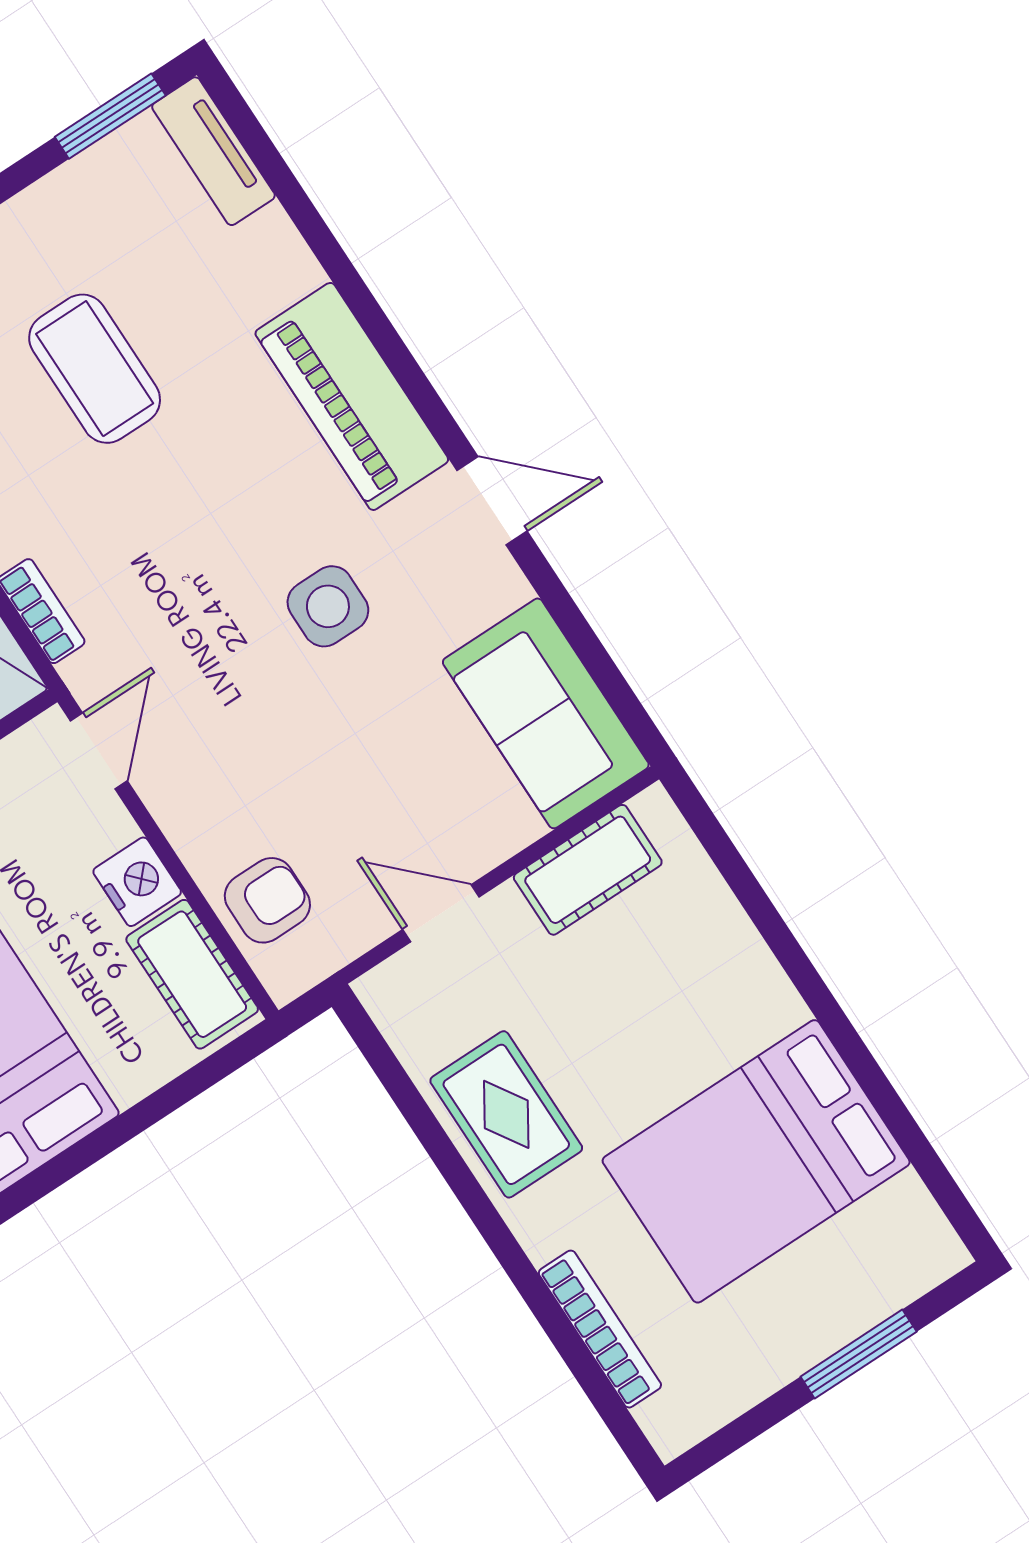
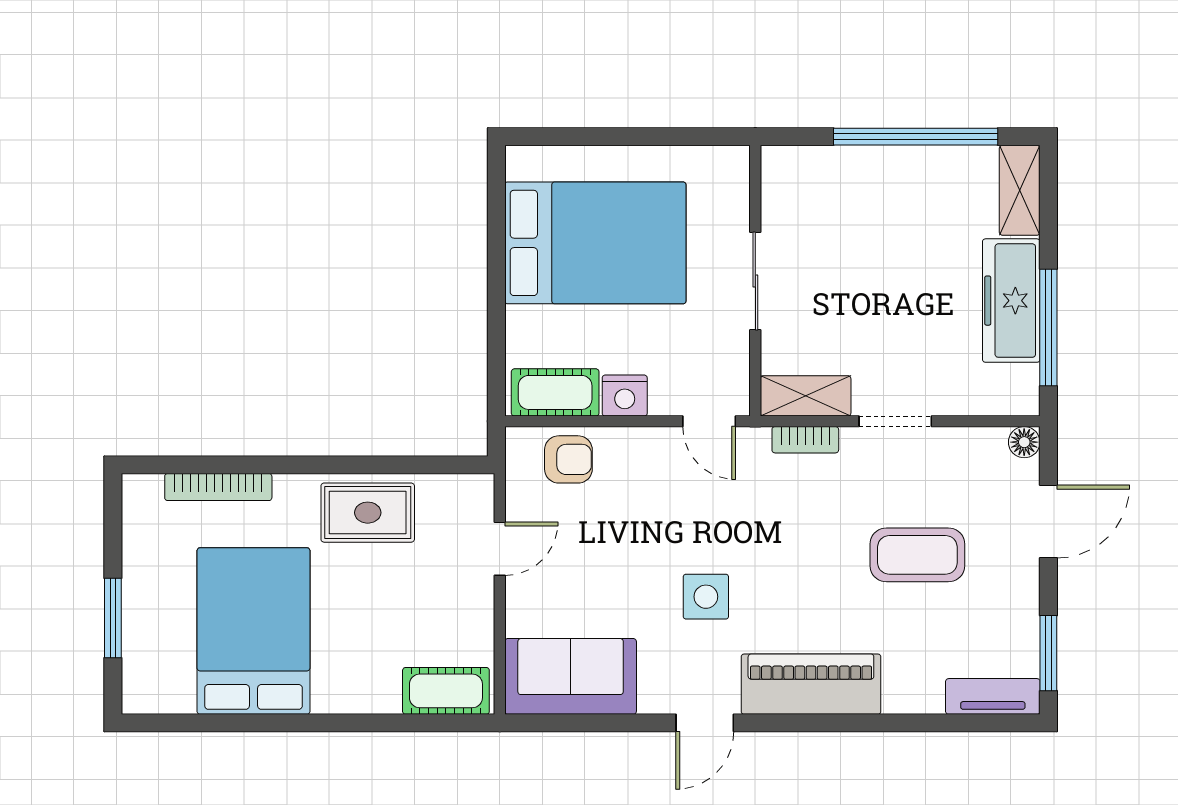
cot: (588, 870) -> (446, 691), moved, turned 90
armchair: (267, 900) -> (568, 459), turned -90

